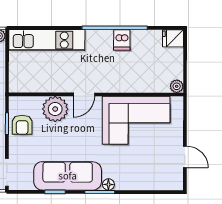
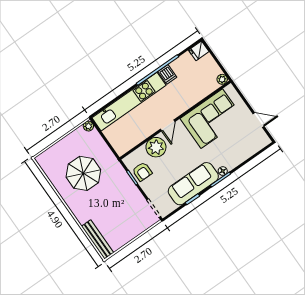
kitchen unit: (47, 40) -> (129, 102), width x1.36

